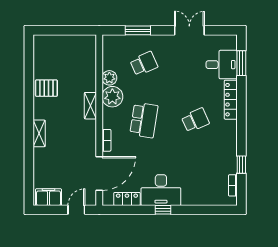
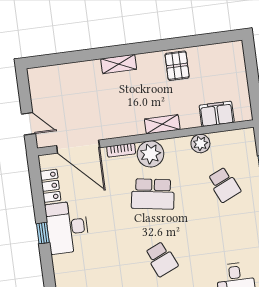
plant: (112, 97) -> (150, 154), moved
filing cabinet: (49, 197) -> (217, 114), moved, turned -90

